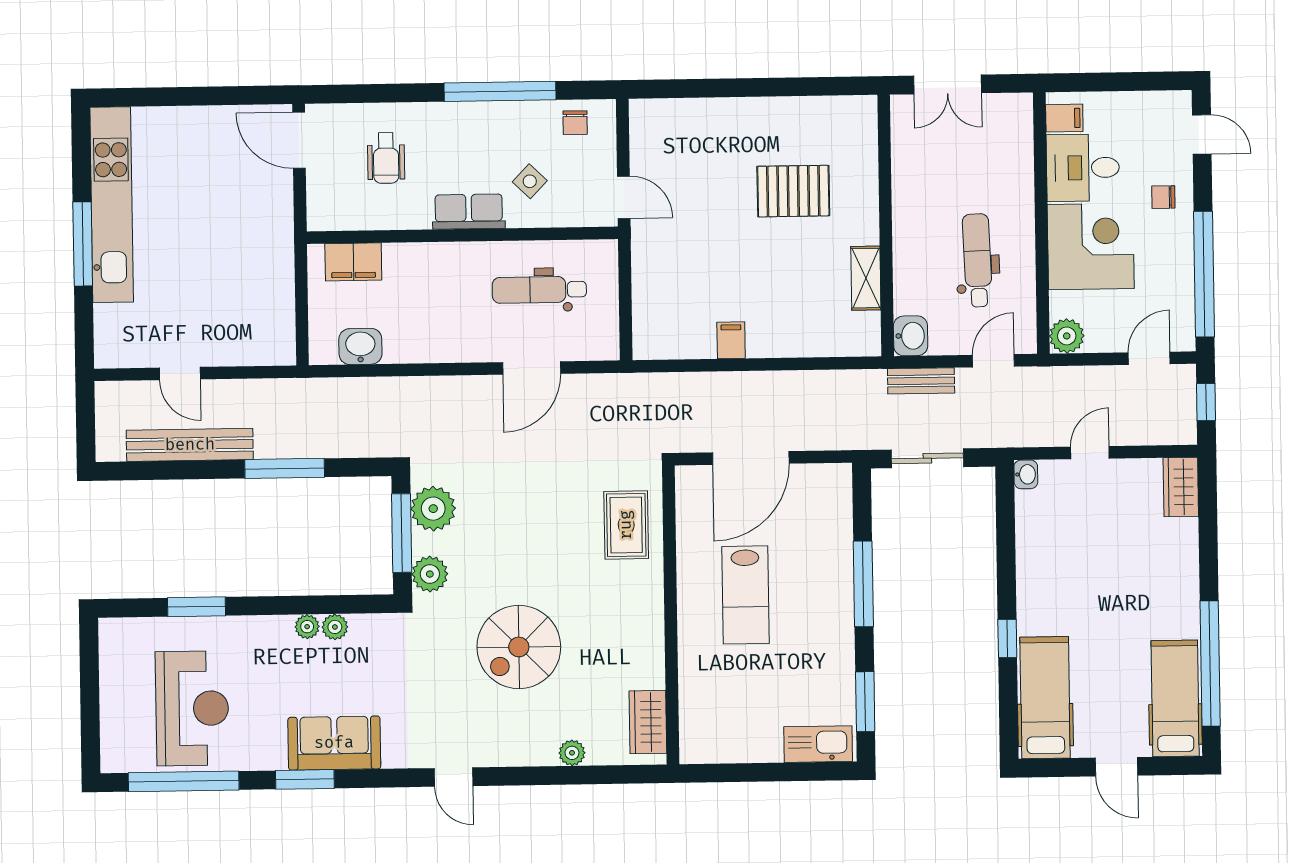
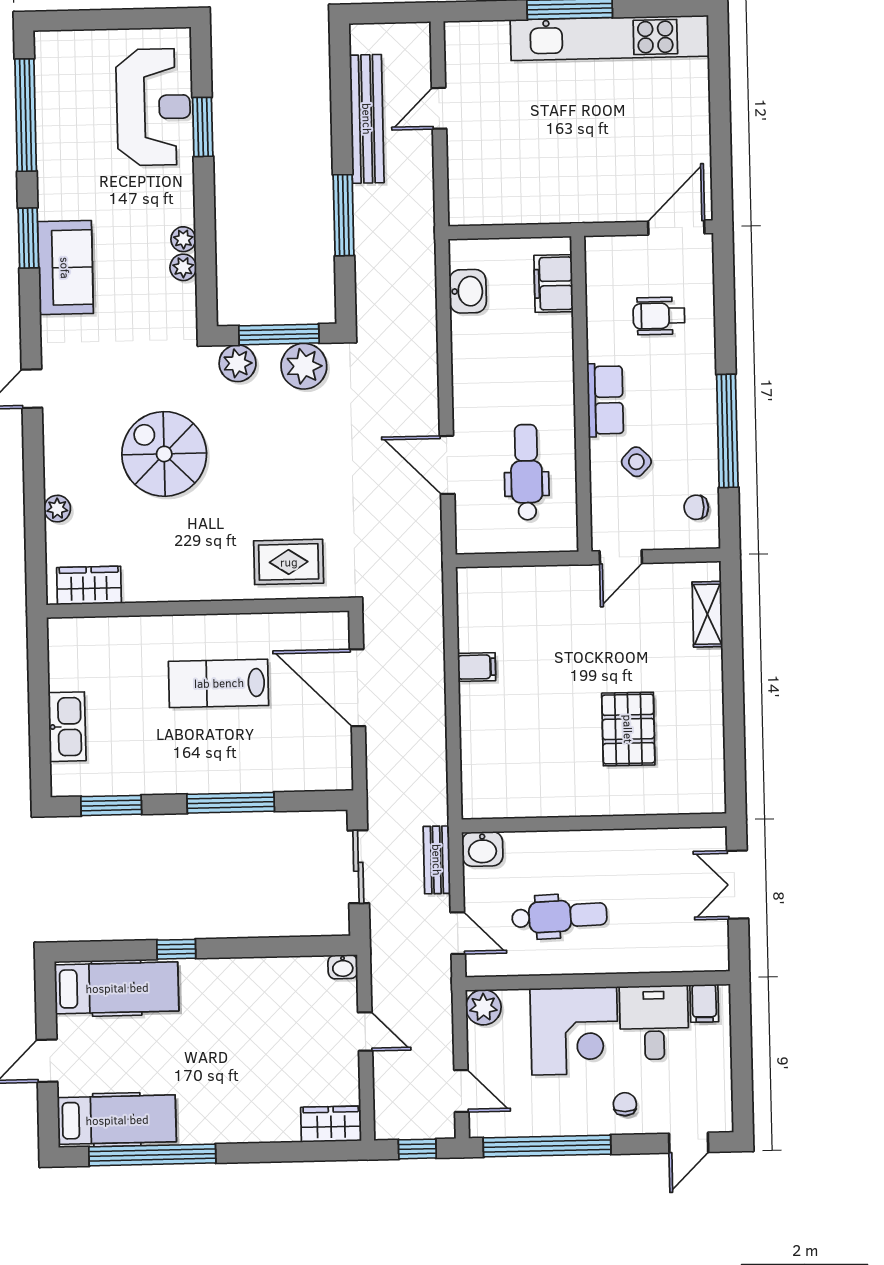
shelving: (866, 278) -> (707, 614), moved, turned 90
reception desk: (192, 708) -> (153, 107), moved, turned -90
kitchen sink: (818, 744) -> (67, 727), moved

